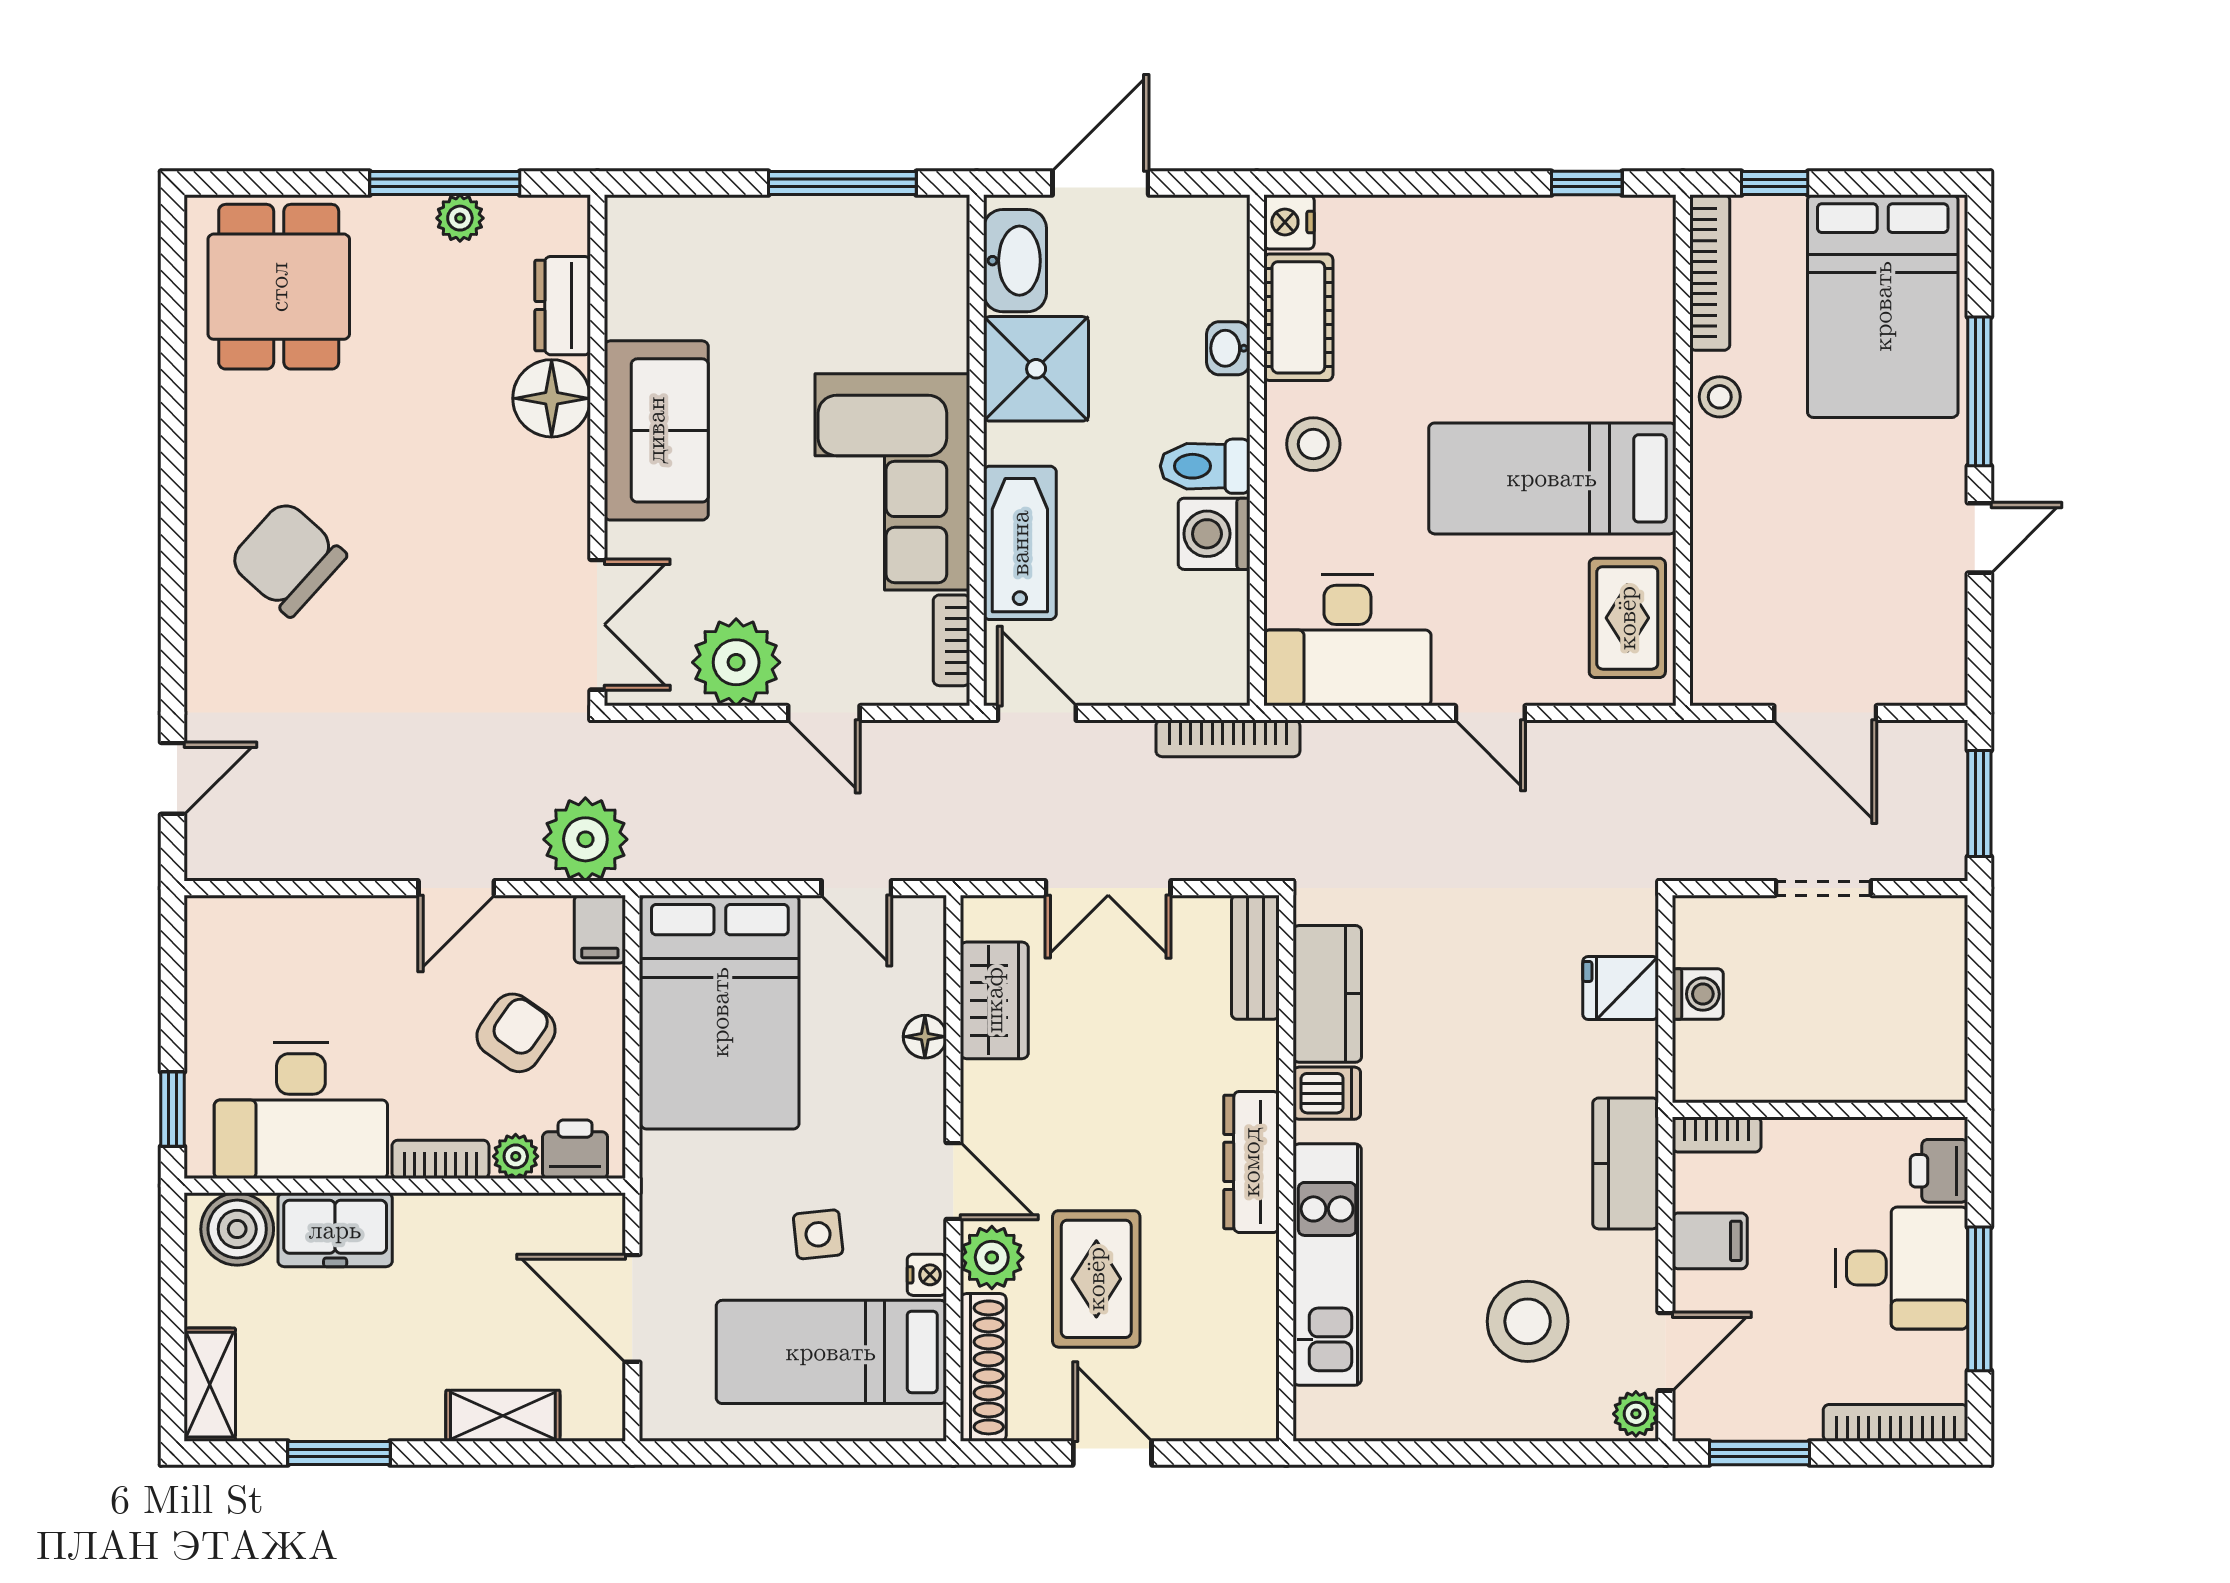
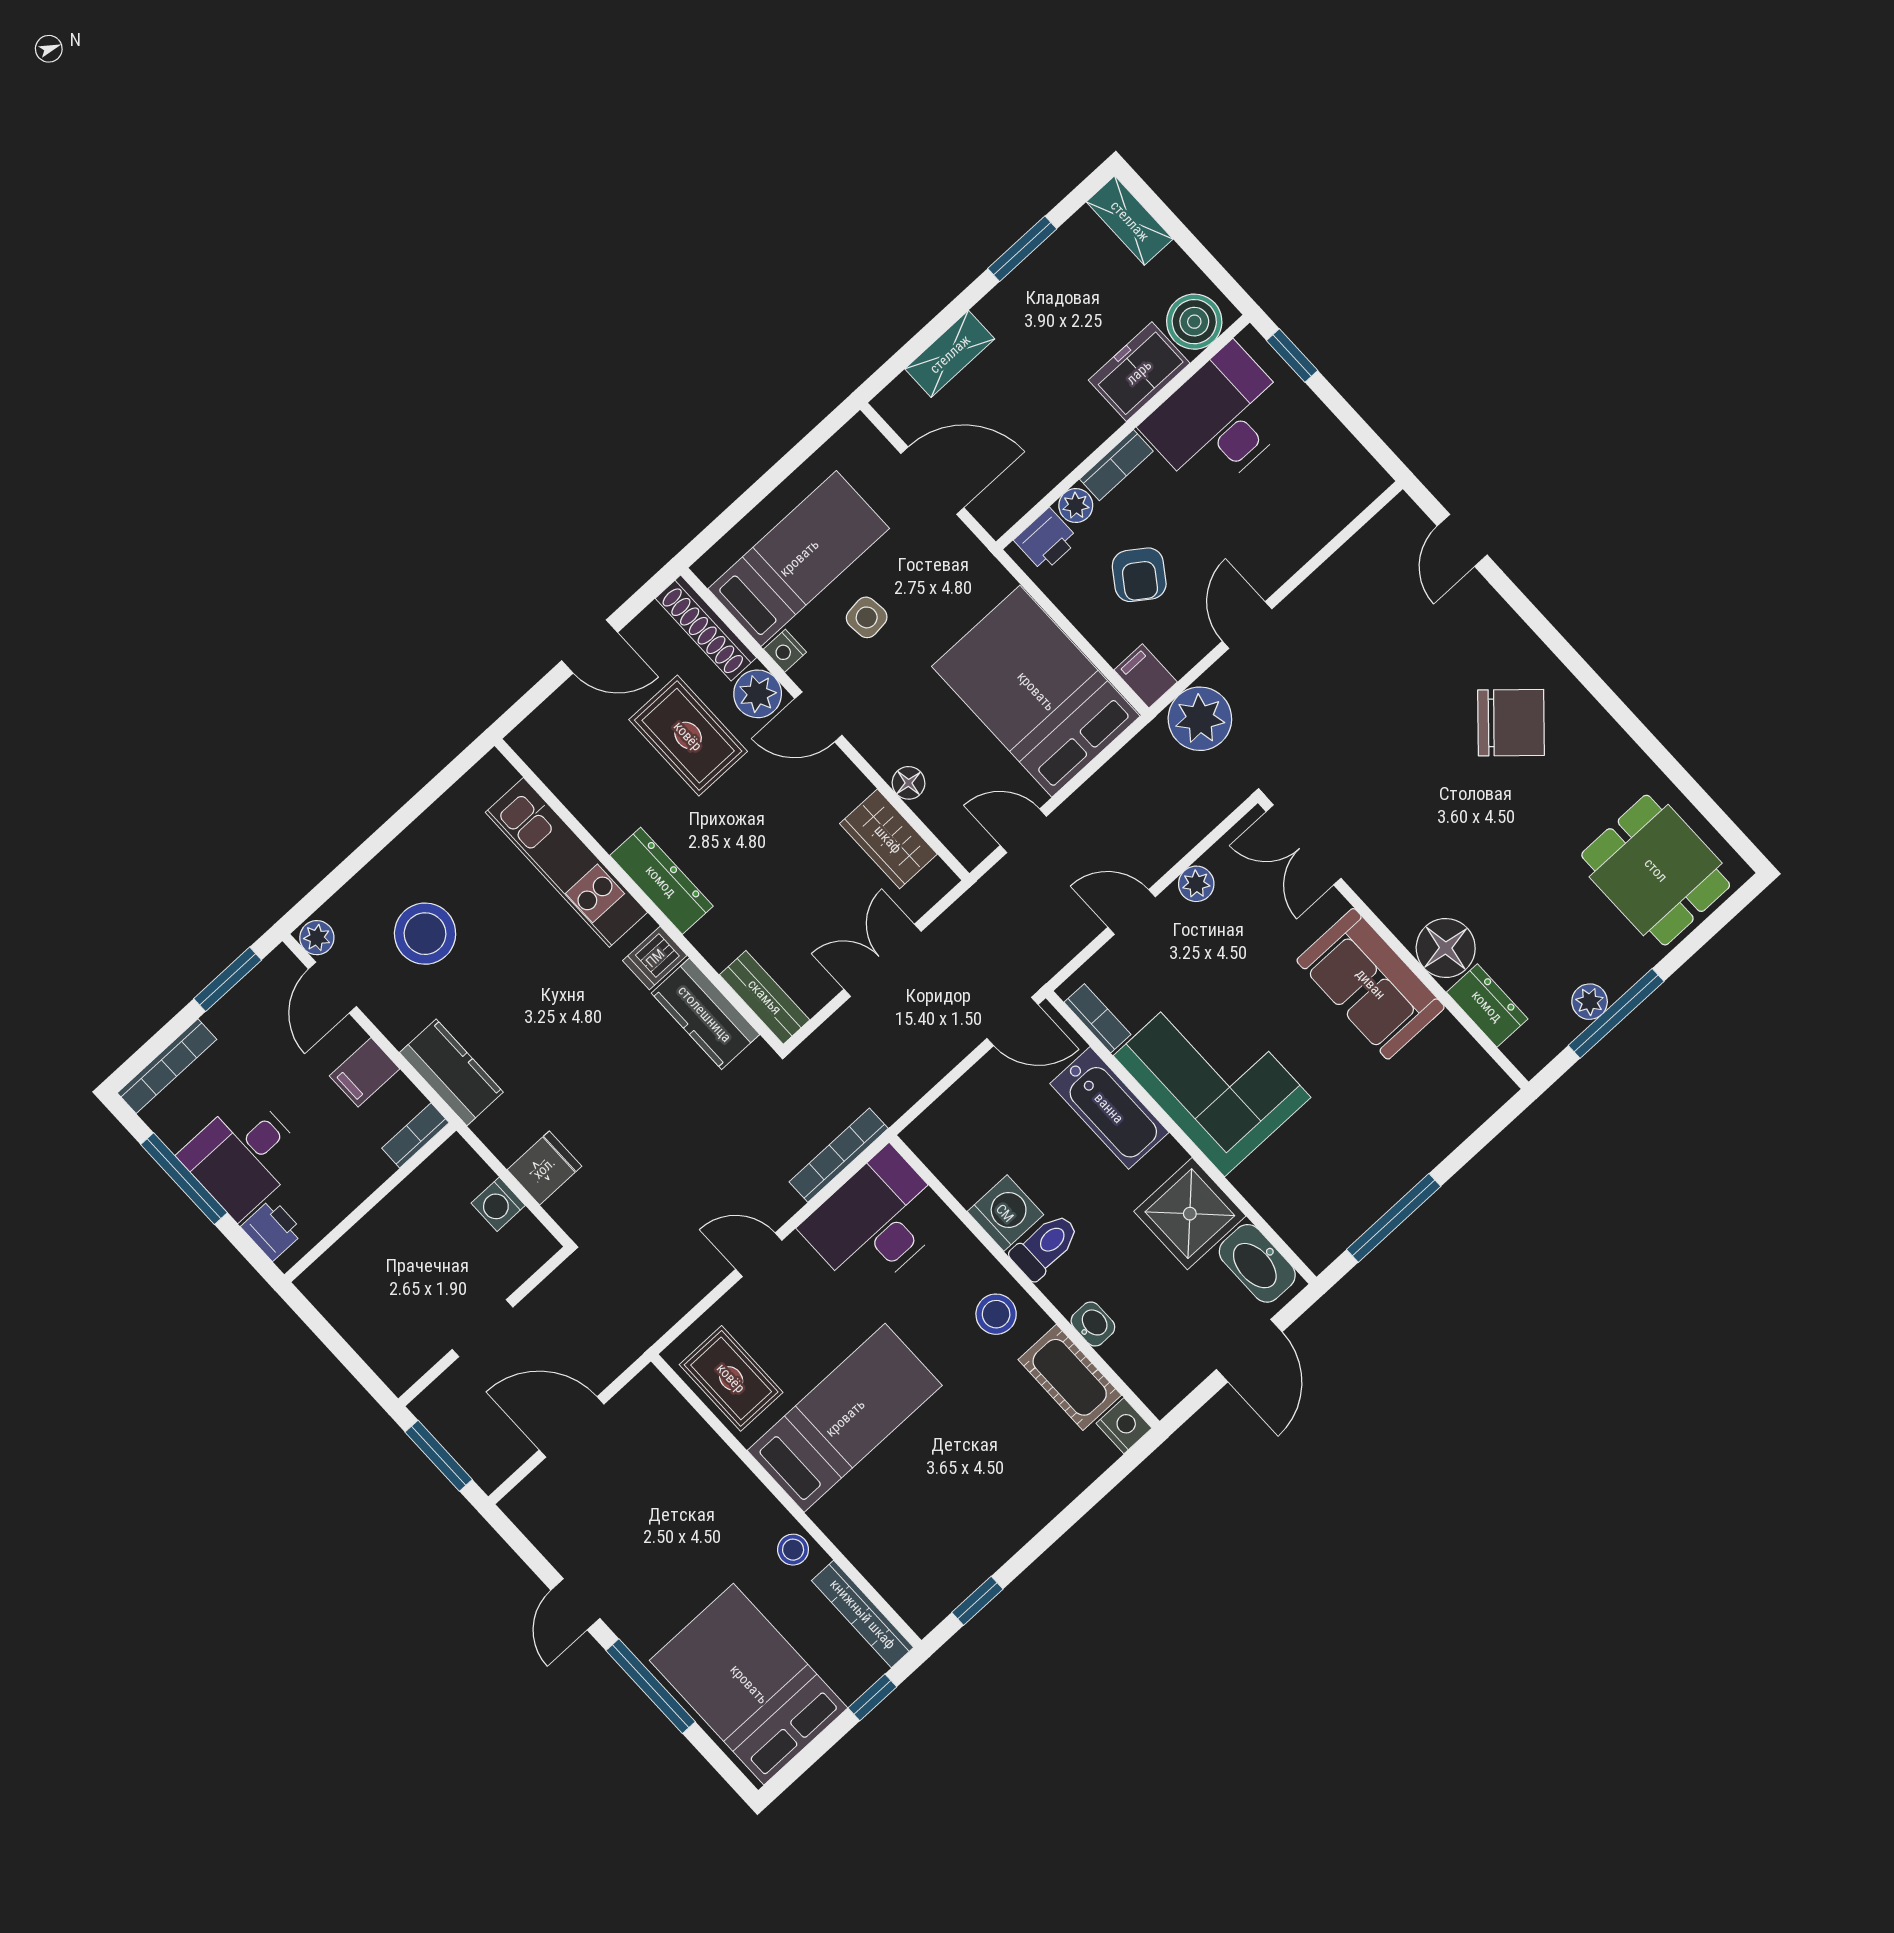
plant: (736, 662) -> (1196, 884), width x0.53, depth x0.53
bookcase: (1228, 738) -> (839, 1155), moved

